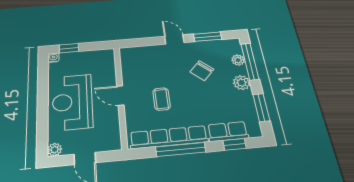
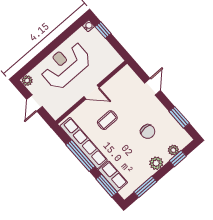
door: (174, 39) -> (153, 87), moved
window: (250, 61) -> (178, 159), width x0.46
chair: (202, 71) -> (148, 132), turned -132
door: (120, 96) -> (91, 92), swing flipped
window: (235, 144) -> (107, 186), width x1.50

